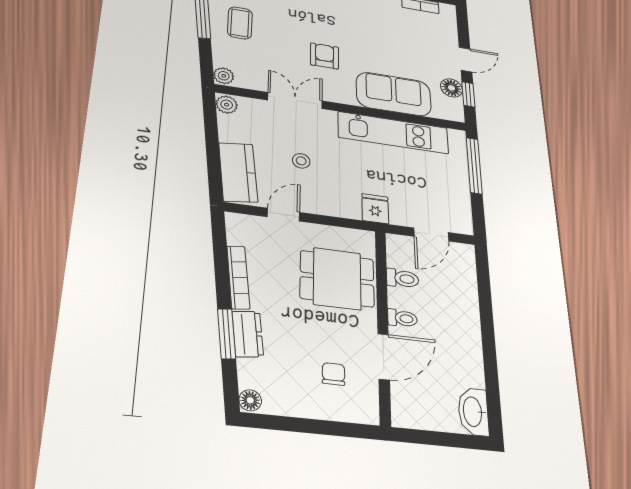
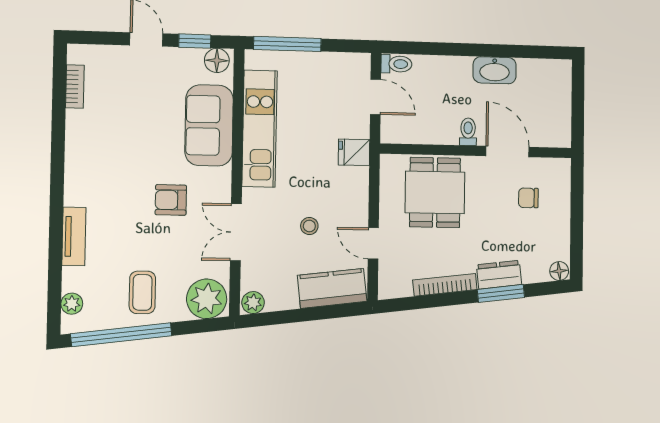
coffee table: (240, 23) -> (142, 292), turned 90
plant: (224, 76) -> (207, 299), width x1.87, depth x1.87
floor lamp: (451, 88) -> (217, 60), moved
toilet: (403, 279) -> (396, 64), moved, turned 90
washbasin: (473, 412) -> (495, 70), moved

